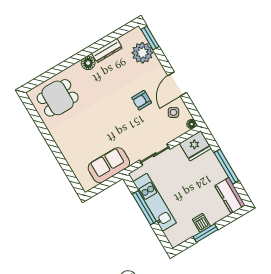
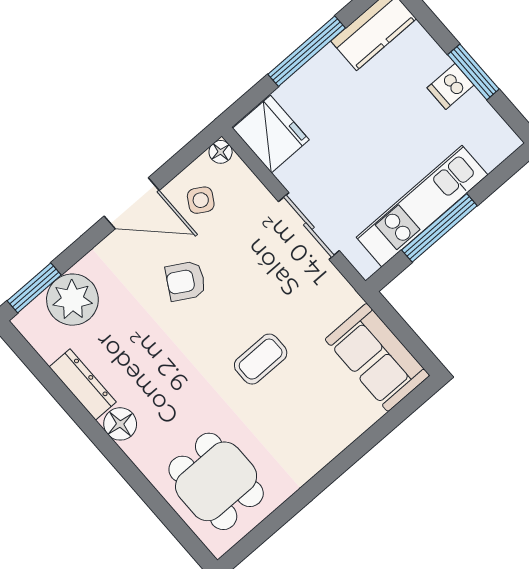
armchair: (142, 100) -> (186, 281), turned 120
coffee table: (104, 125) -> (261, 359), added
sofa: (109, 165) -> (377, 357), moved

